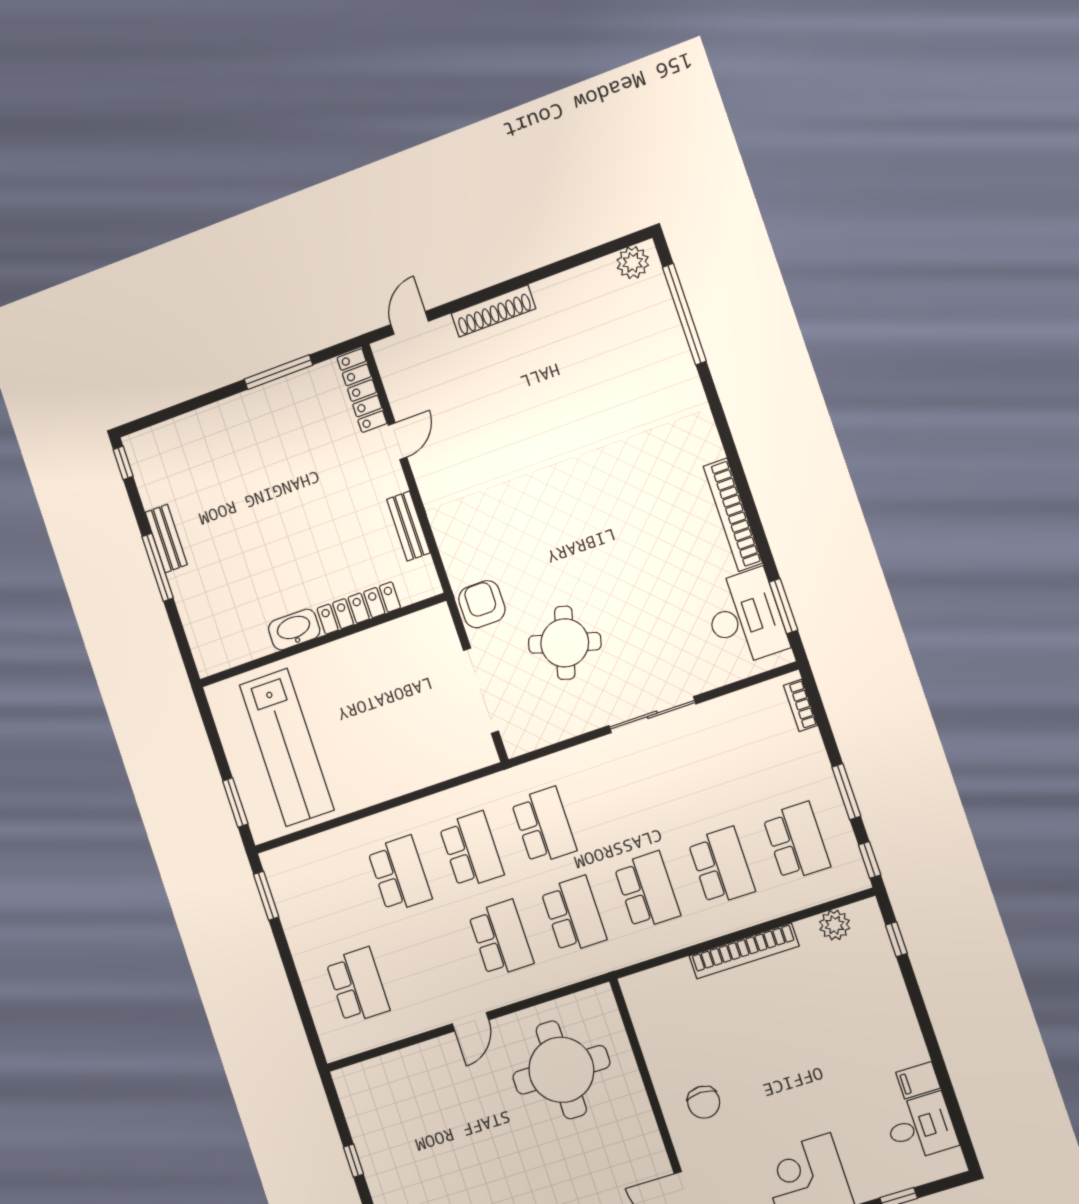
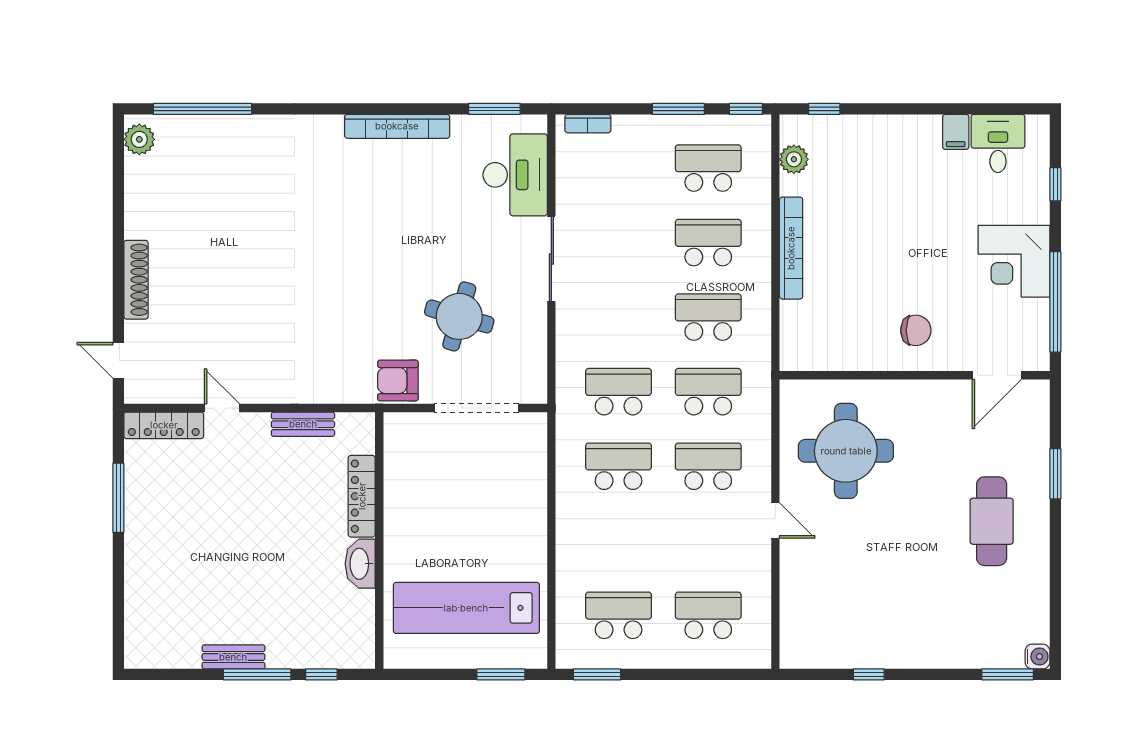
window: (123, 463) -> (321, 674), moved
desk: (745, 618) -> (515, 175), moved, turned 90
lab bench: (287, 747) -> (466, 608), turned 180
school desk: (400, 874) -> (619, 615), moved

